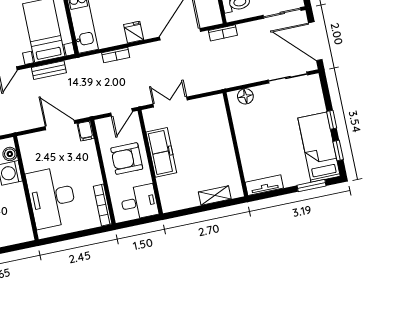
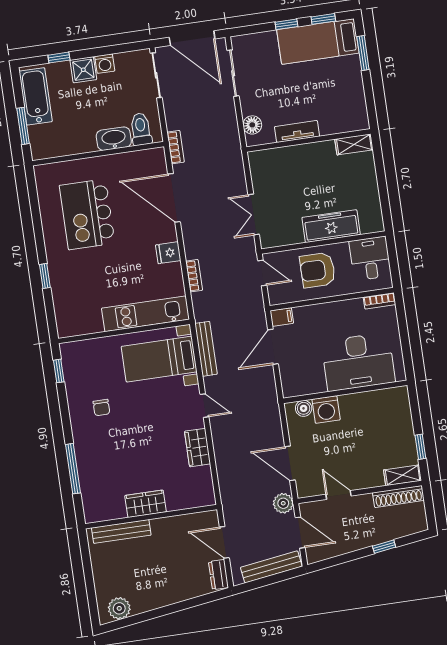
door: (315, 41) -> (192, 38), hinge flipped
bench: (49, 70) -> (206, 349), width x1.36
freezer: (161, 152) -> (331, 226), moved
armchair: (127, 159) -> (318, 270), turned 90
tv unit: (264, 185) -> (297, 131), moved, turned 90
shelving: (215, 195) -> (354, 144), moved, turned 90
bookcase: (103, 205) -> (379, 301), width x0.64

